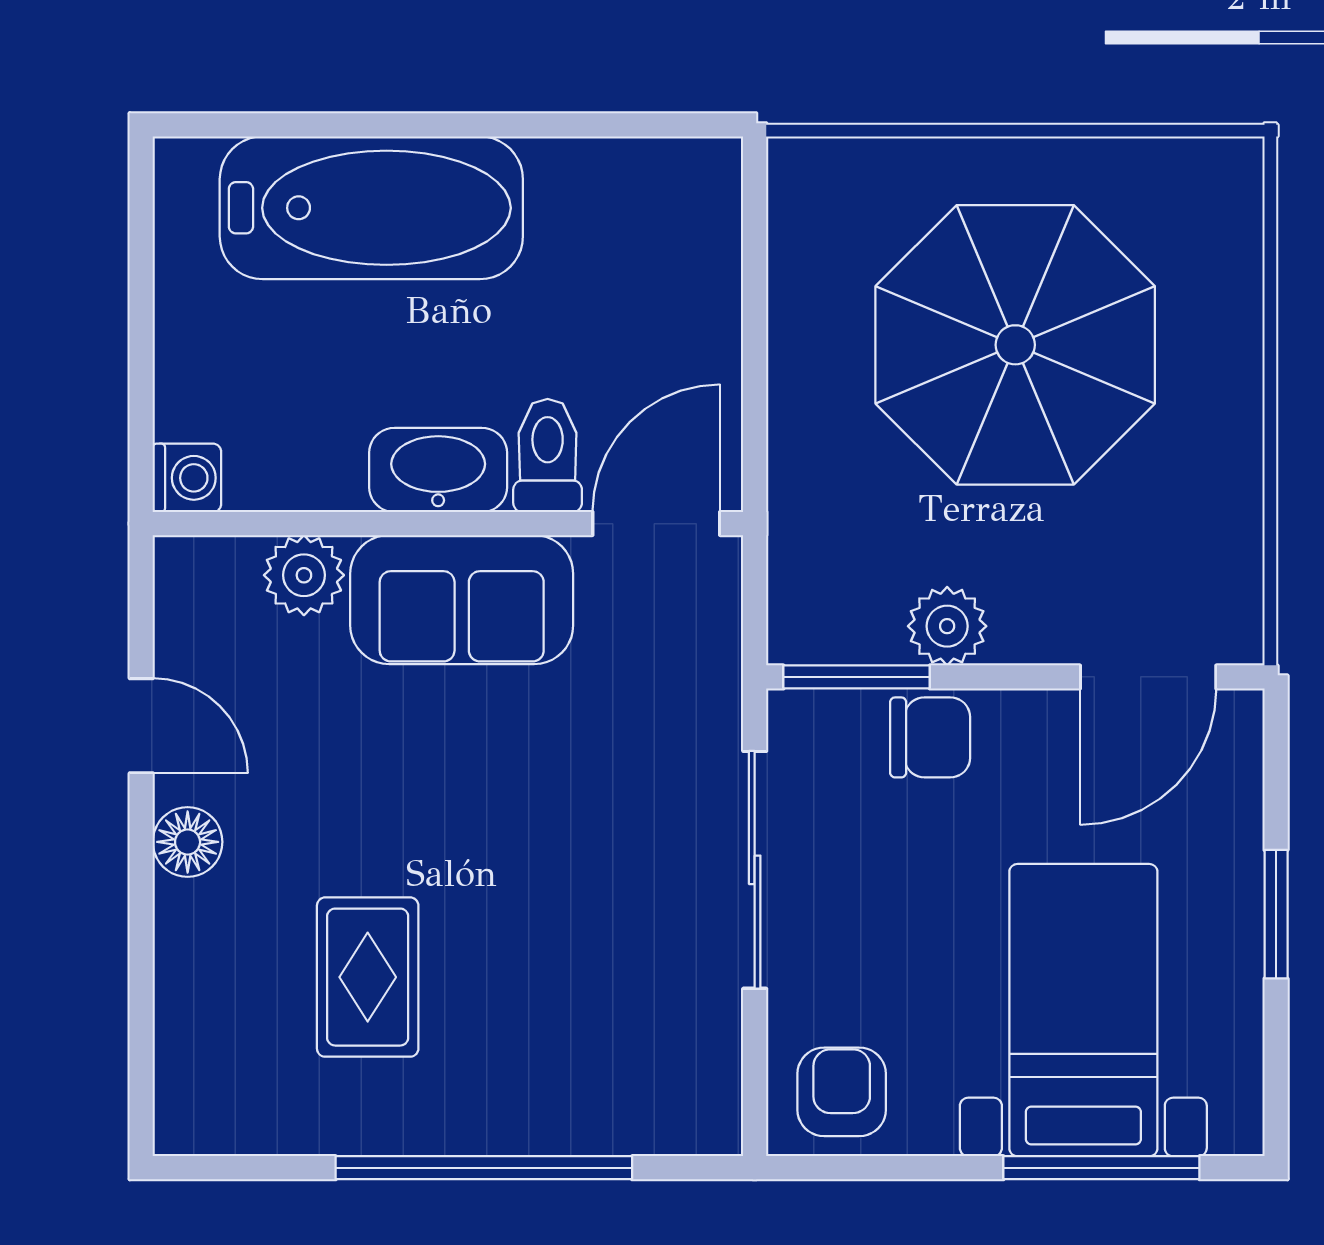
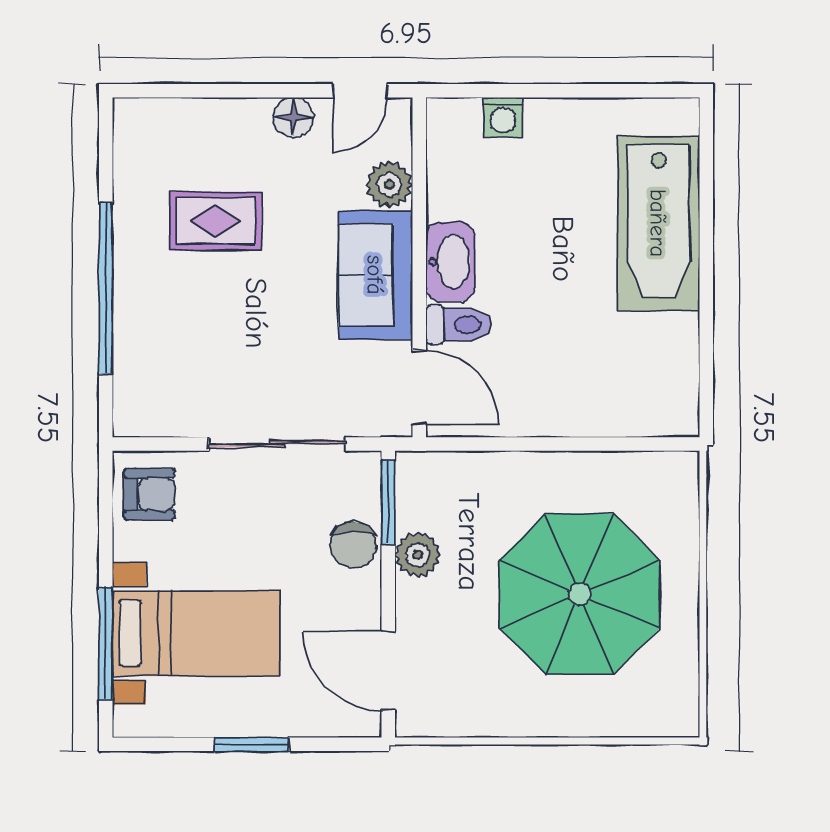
toilet: (548, 456) -> (458, 325), moved
washbasin: (438, 470) -> (450, 262), moved
wall: (448, 524) -> (419, 267), moved
door: (656, 524) -> (419, 387), moved
plant: (304, 575) -> (389, 184), moved
sofa: (462, 600) -> (375, 275), moved

